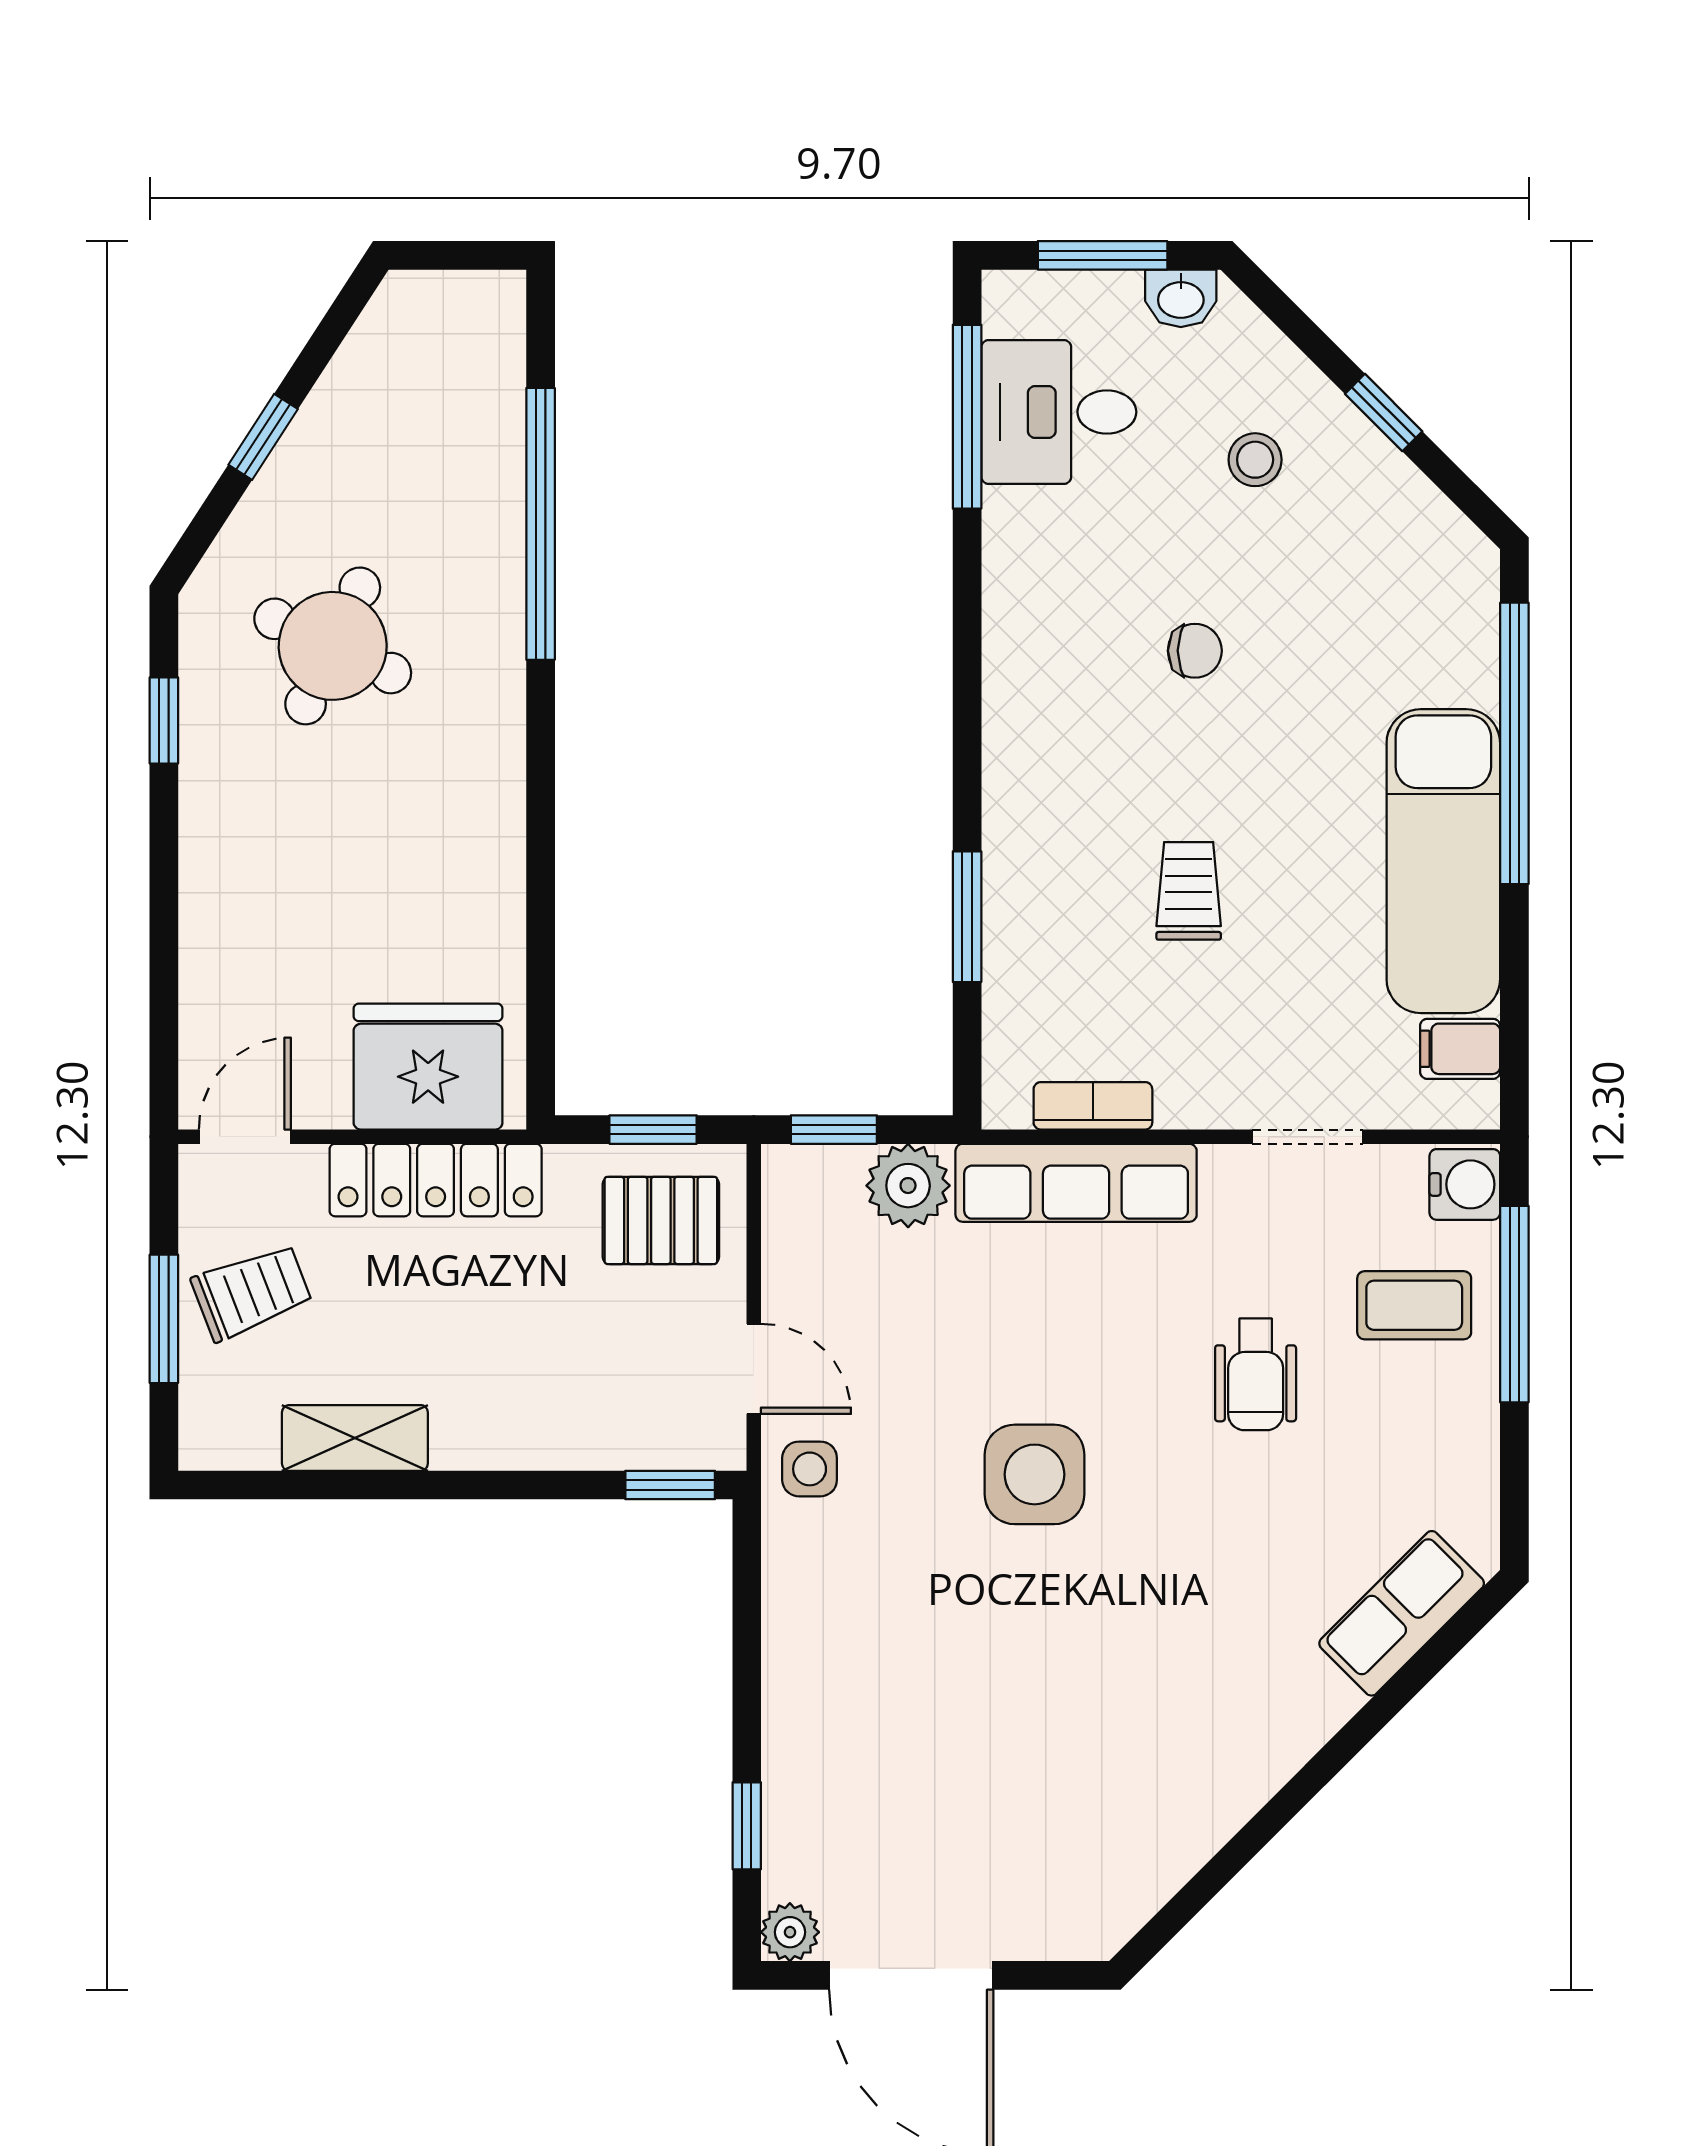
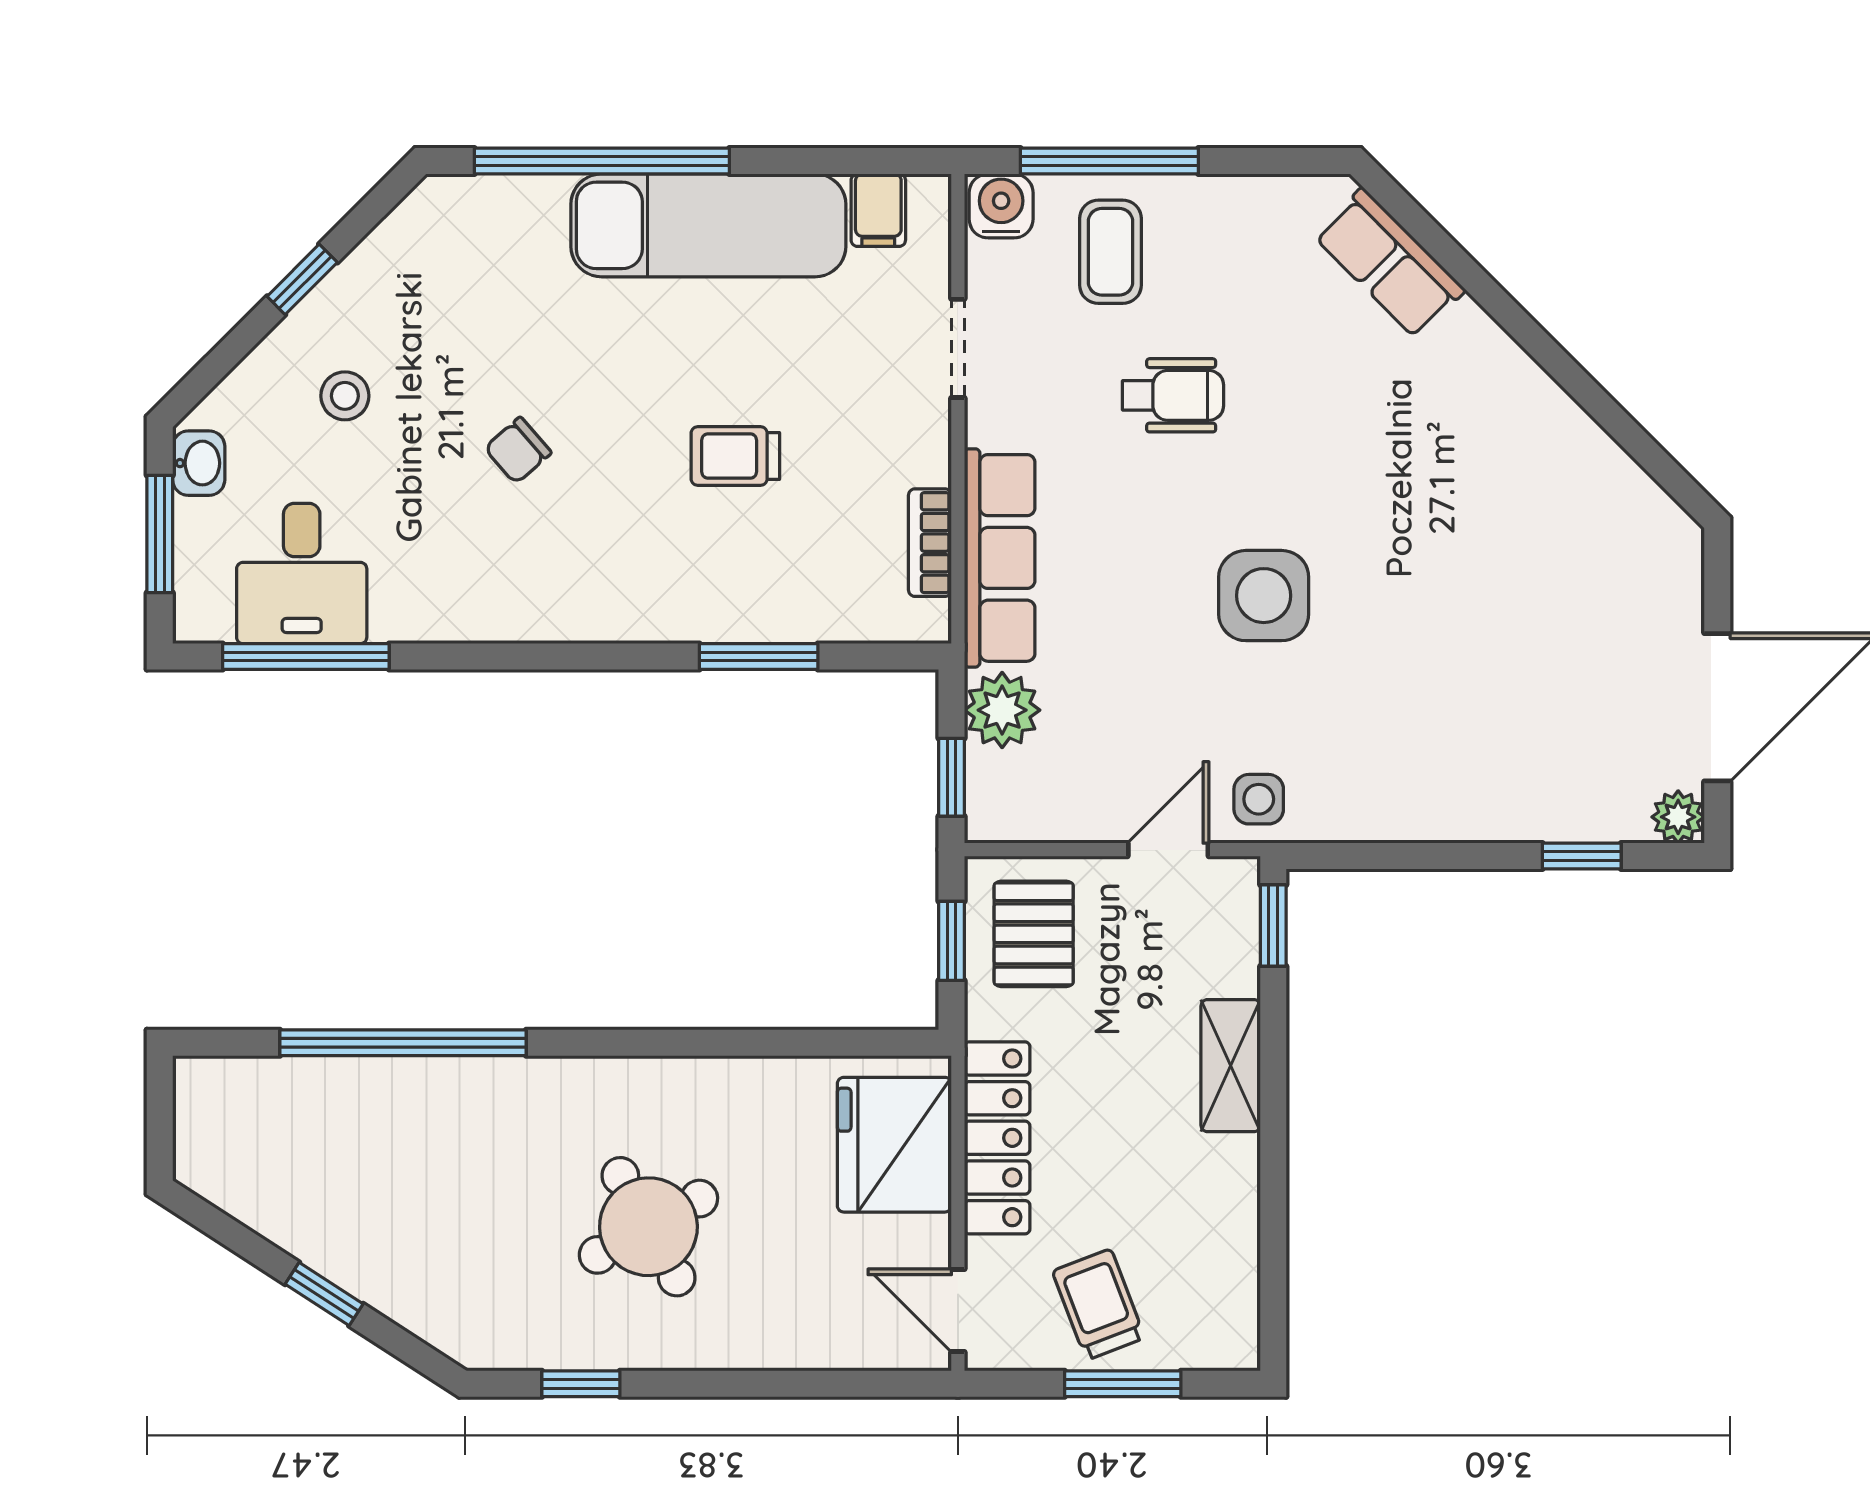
round table: (333, 646) -> (648, 1227), moved, turned 36
chair: (1195, 651) -> (518, 450), turned -131
shelving: (355, 1438) -> (1231, 1066), moved

